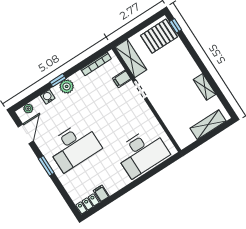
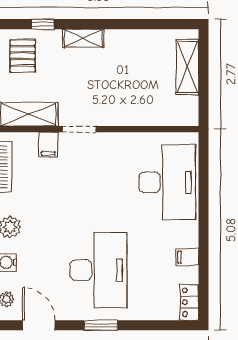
window: (175, 26) -> (43, 24), moved
pallet: (159, 36) -> (23, 56), width x0.67, depth x0.71
shelving: (205, 87) -> (83, 38), moved
filing cabinet: (101, 193) -> (187, 257), moved

